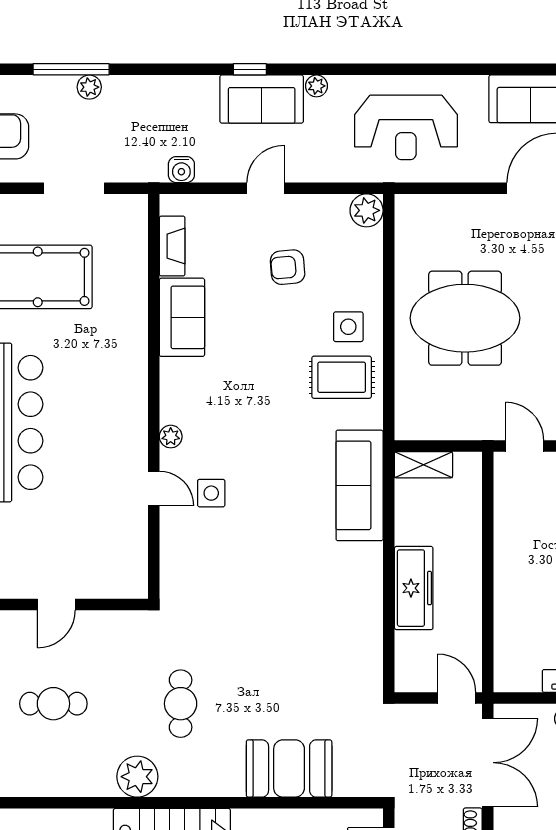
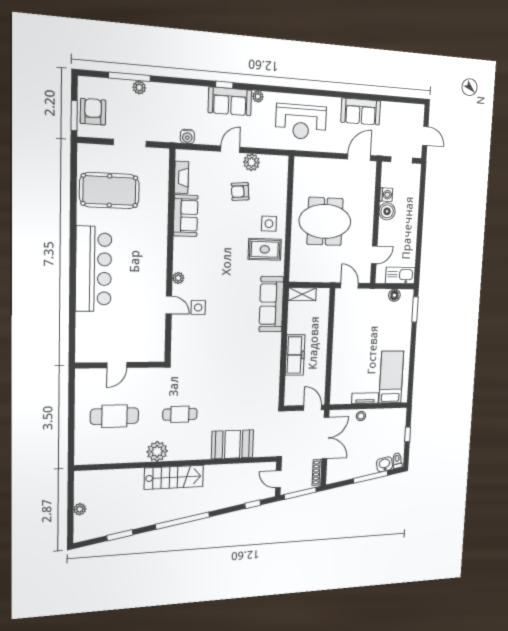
plant: (367, 210) -> (252, 162), moved
cafe table: (53, 704) -> (114, 416), width x1.37, depth x1.35
cafe table: (181, 704) -> (180, 414), turned 90

